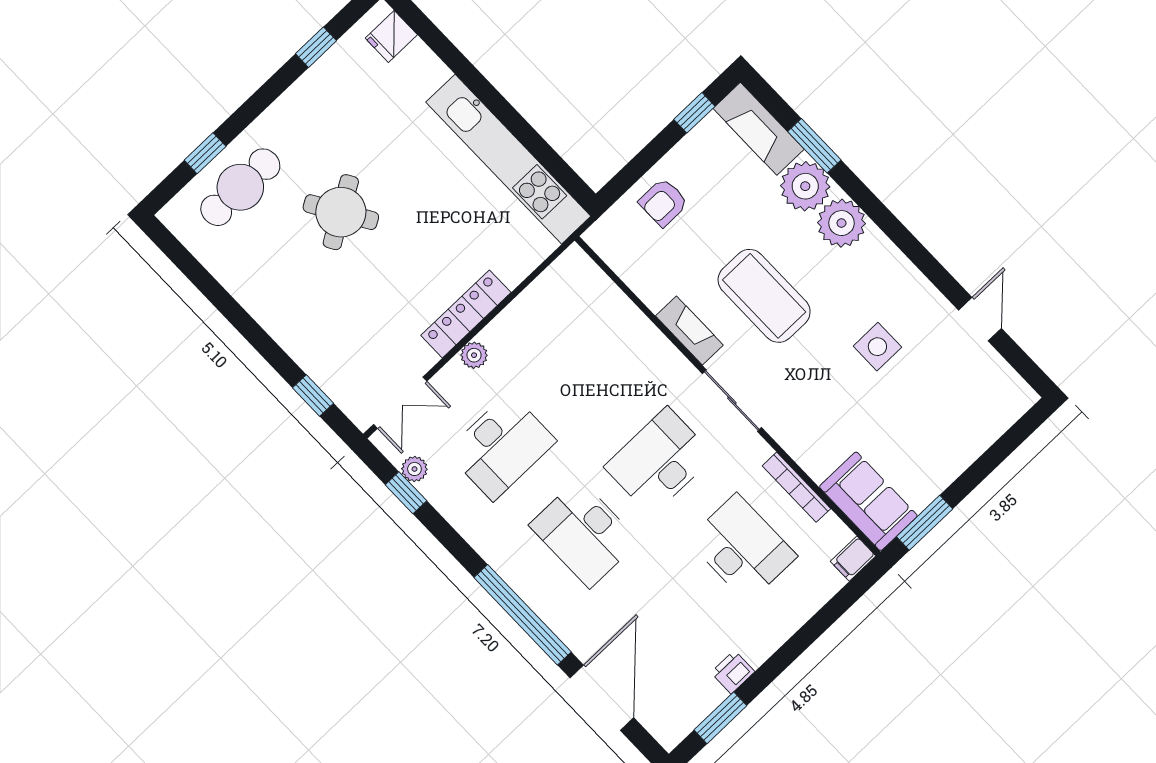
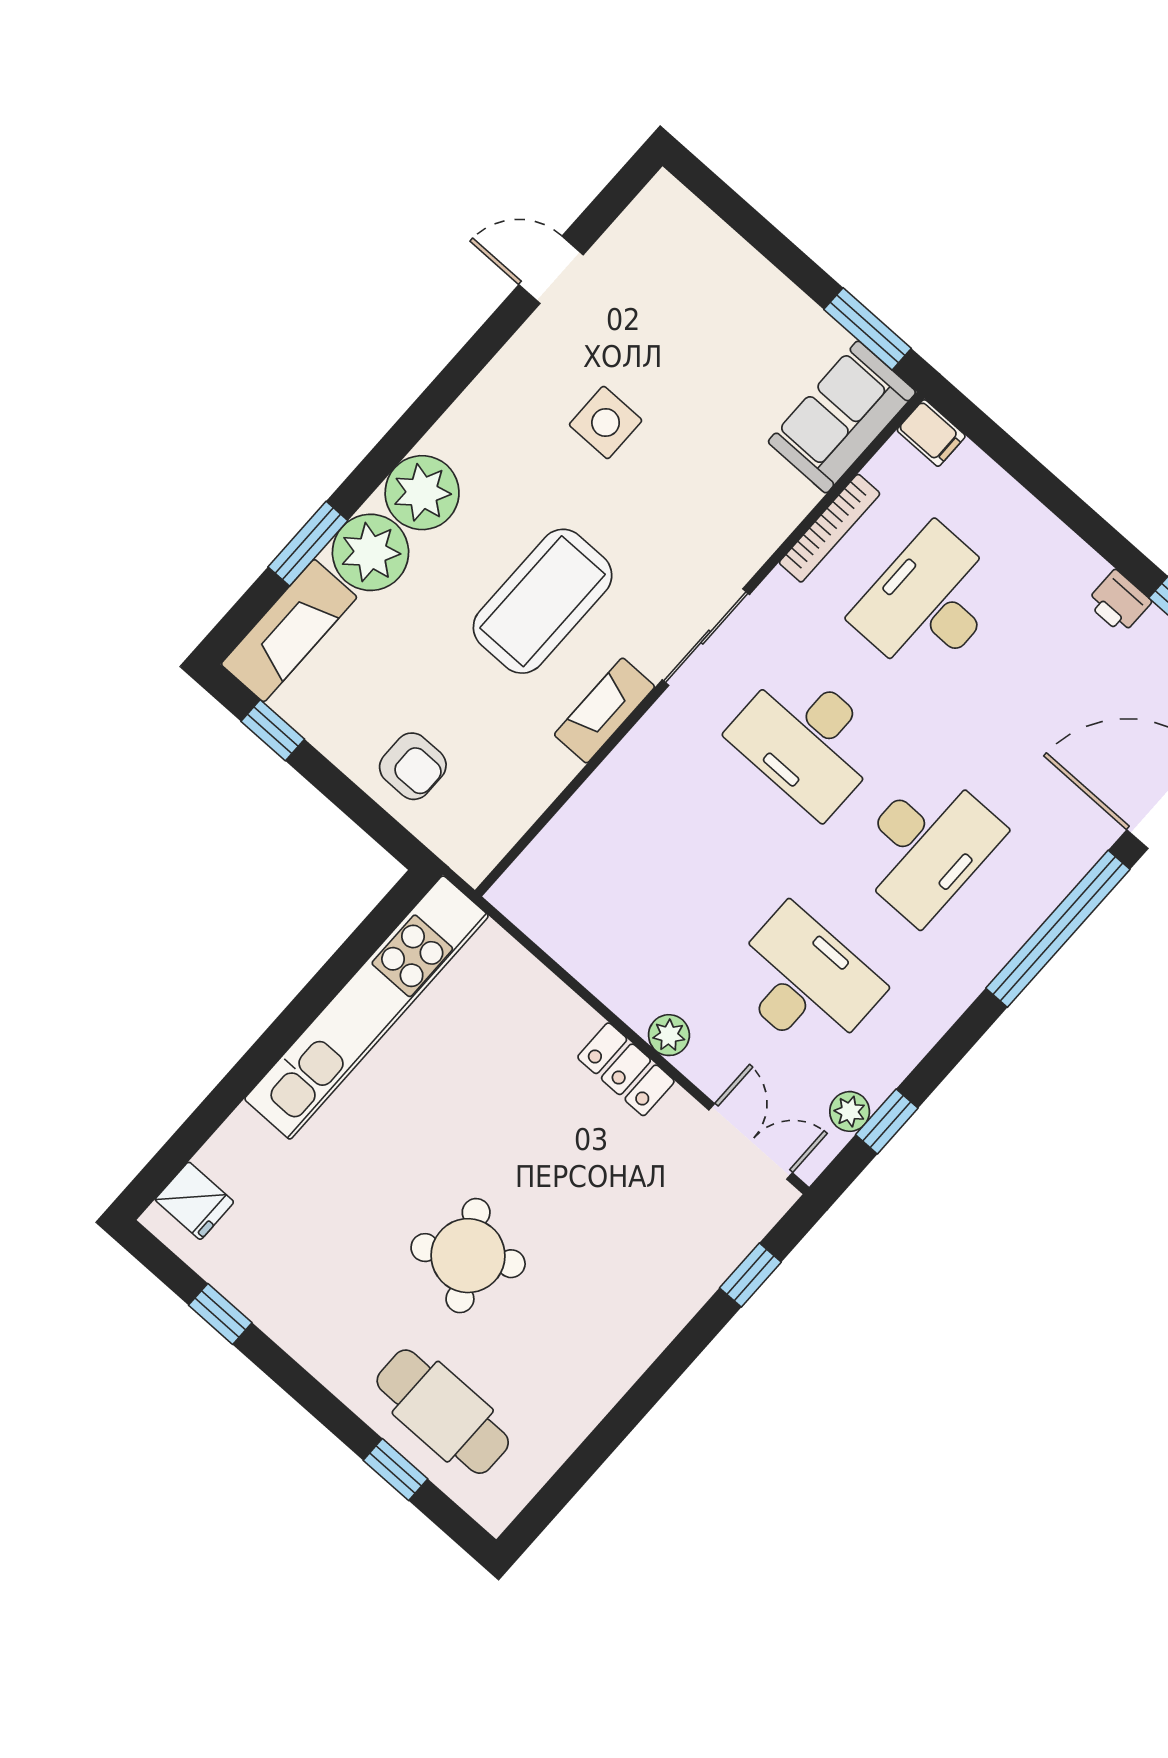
locker: (466, 314) -> (626, 1069), width x0.66

